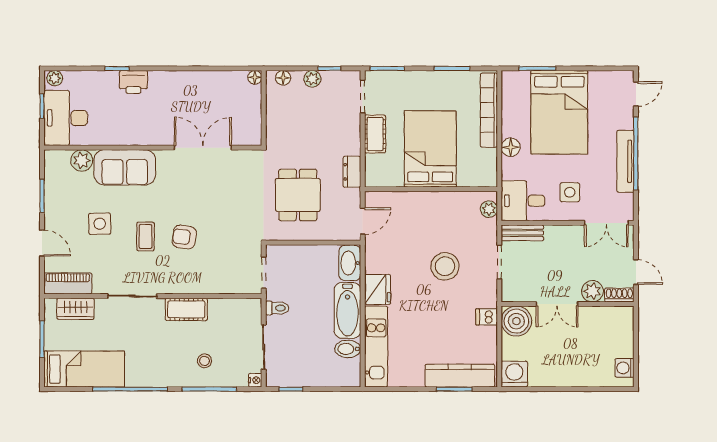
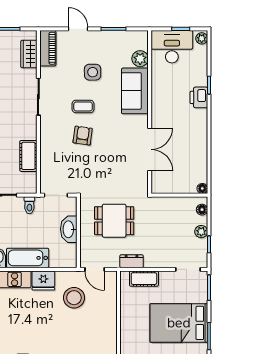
cot: (375, 134) -> (144, 279), moved
bed: (430, 149) -> (179, 323), moved, turned 180
door: (42, 243) -> (78, 29), swing flipped
washbasin: (350, 263) -> (69, 229), moved, turned -90
stool: (445, 266) -> (74, 298), moved
cot: (186, 309) -> (28, 156), moved

